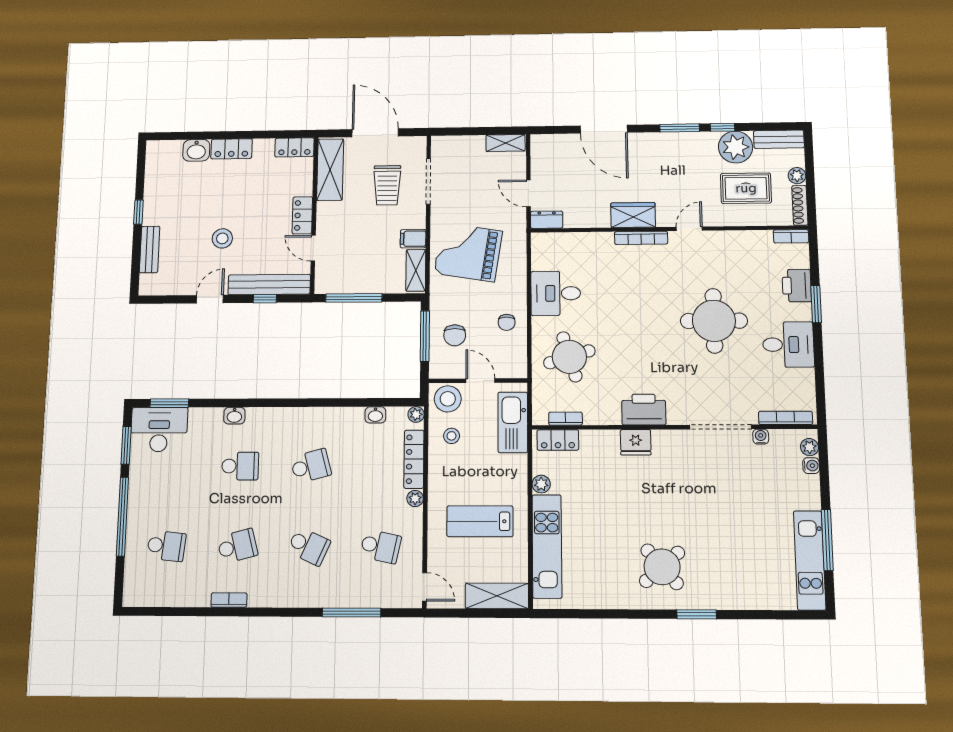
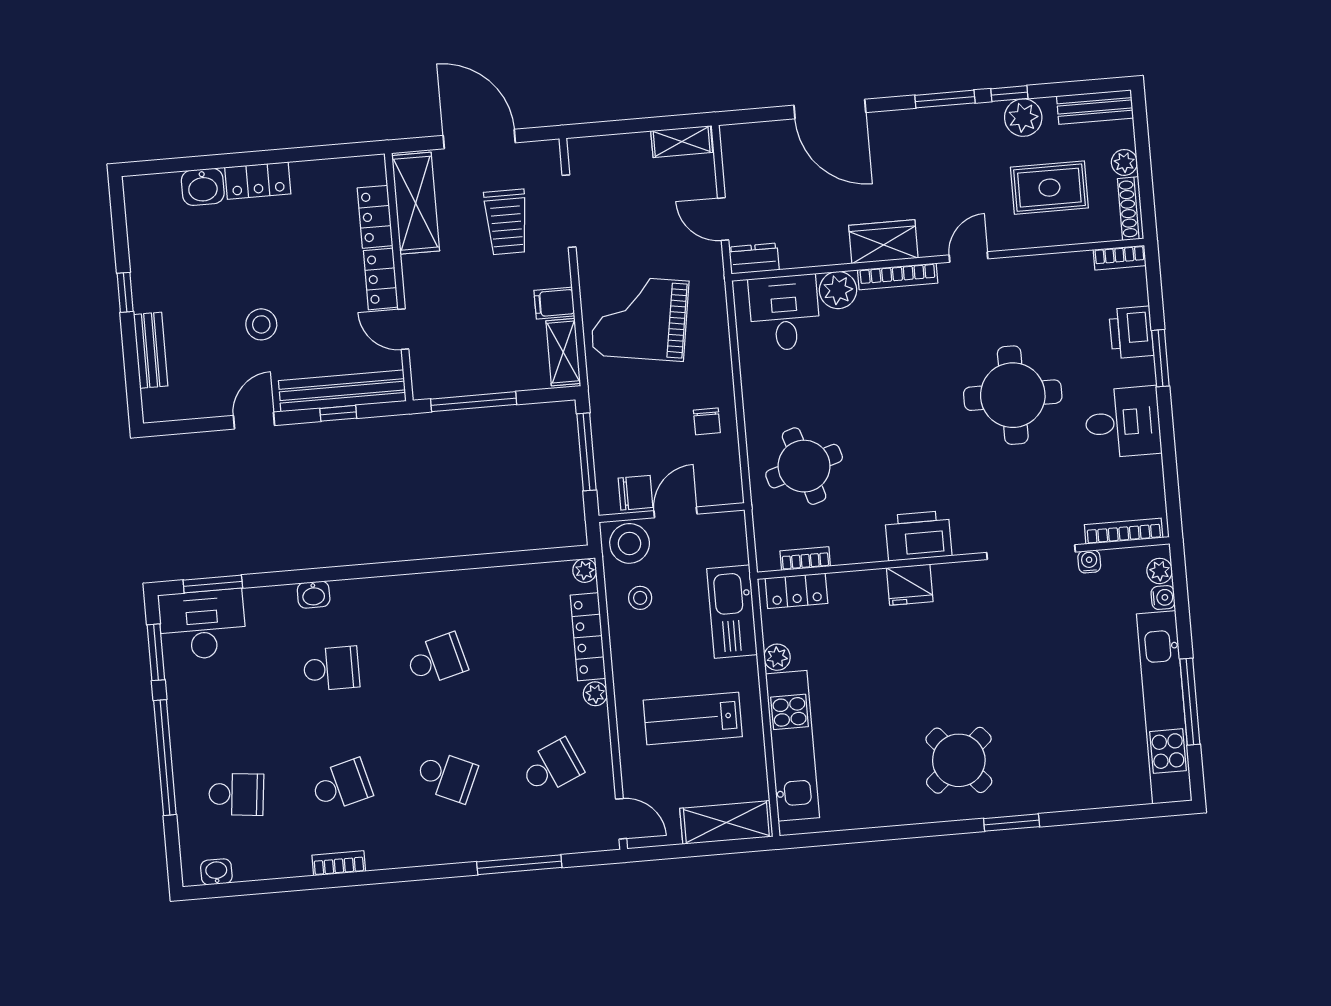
locker: (294, 147) -> (375, 217), moved, turned 90
plant: (736, 147) -> (1023, 118), width x0.73, depth x0.73
plant: (601, 244) -> (838, 290), added
desk: (556, 293) -> (785, 313), moved, turned 90
chair: (455, 335) -> (636, 493), moved, turned -90
door: (480, 381) -> (675, 512), hinge flipped
washbasin: (375, 415) -> (216, 872), moved, turned 180
kitchen sink: (513, 422) -> (732, 612), moved
school desk: (381, 546) -> (552, 767), turned -36
kitchen unit: (810, 560) -> (1164, 707), width x1.36

